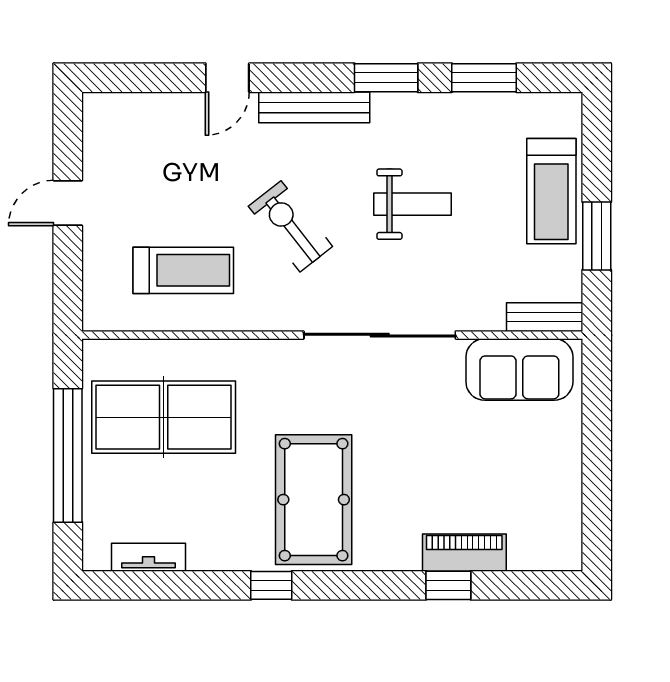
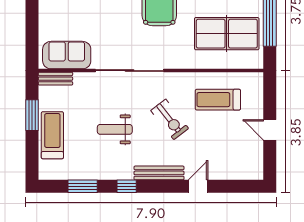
window: (386, 78) -> (127, 186), width x0.67
door: (68, 203) -> (270, 130), swing flipped

